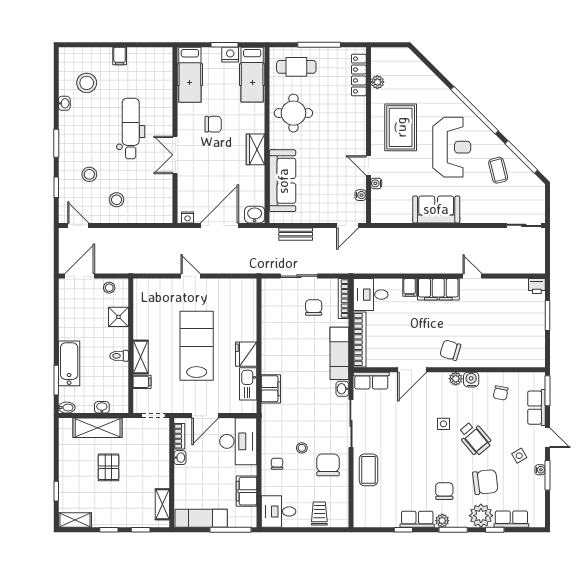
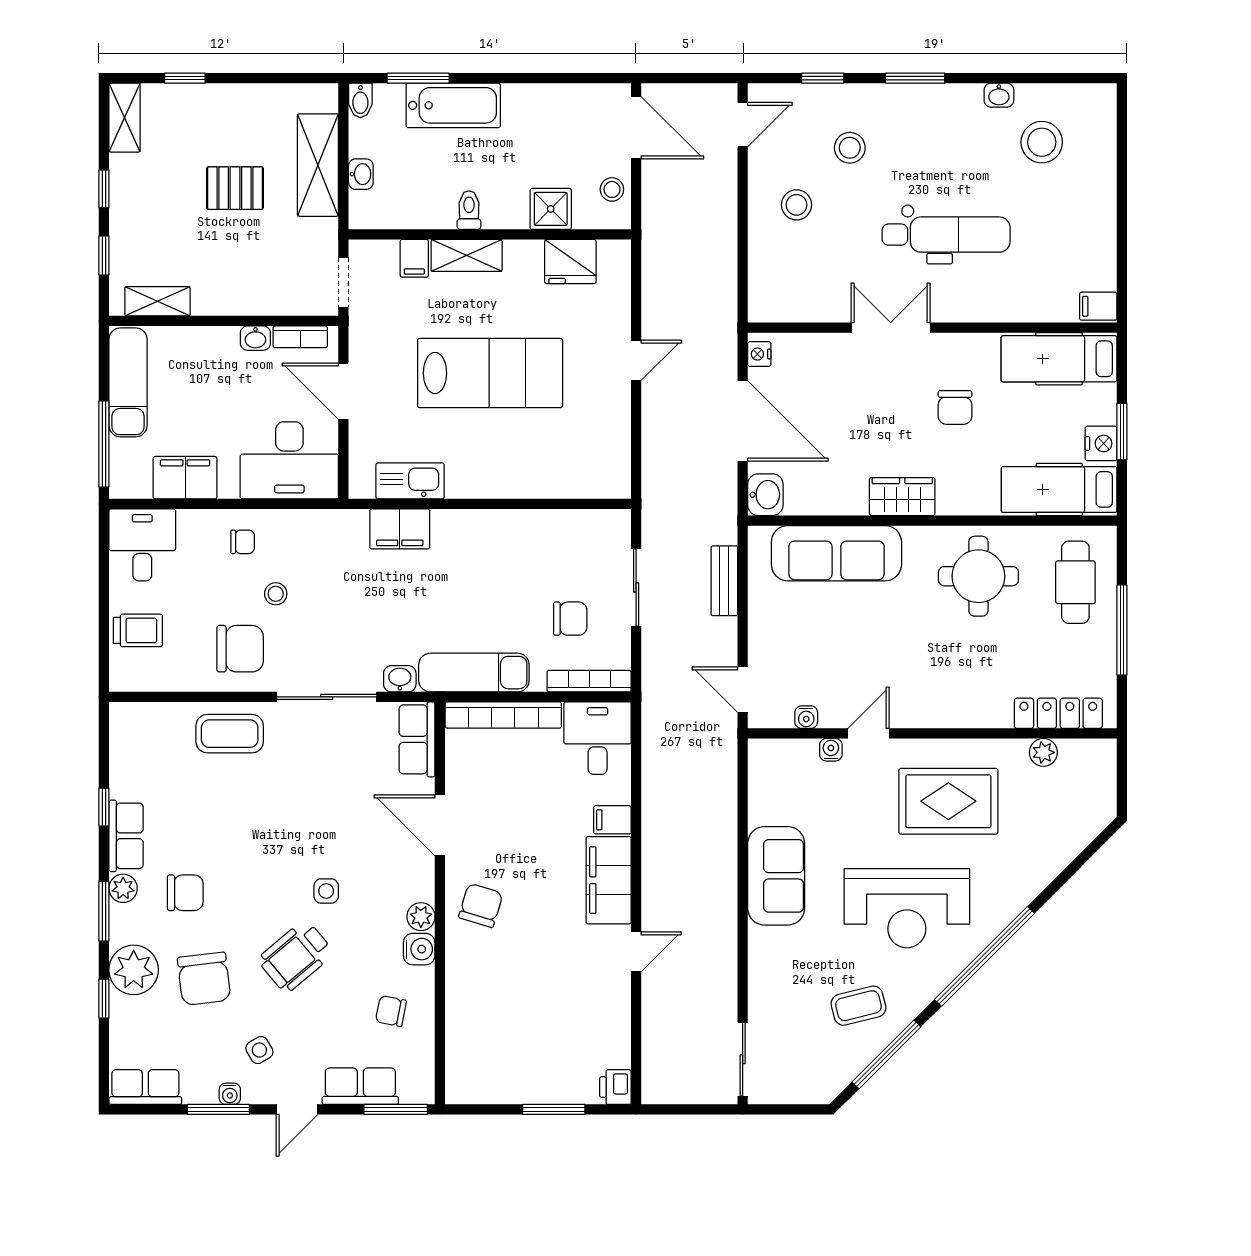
filing cabinet: (120, 56) -> (1098, 306), moved
fridge: (246, 354) -> (570, 262), moved, turned 180
row of seats: (511, 519) -> (145, 1087), moved, turned -90

